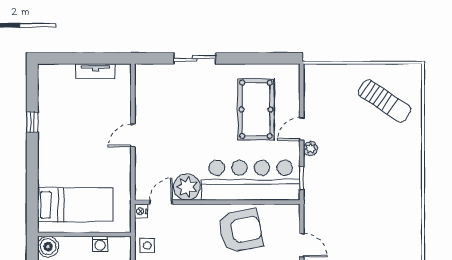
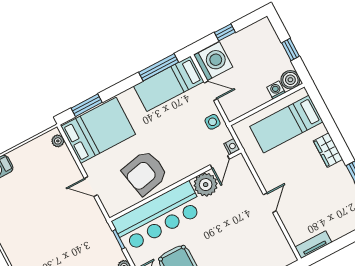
tv unit: (95, 71) -> (313, 245), moved
wardrobe: (47, 157) -> (328, 150), added
washing machine: (100, 244) -> (276, 90), moved

